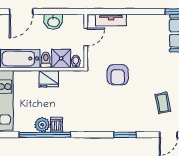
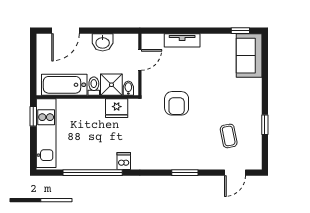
tv unit: (111, 20) -> (182, 40), moved
fridge: (49, 79) -> (117, 108), moved
plant: (42, 125) -> (90, 161), removed
dishwasher: (56, 125) -> (124, 161), moved

